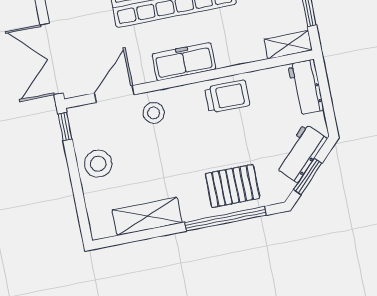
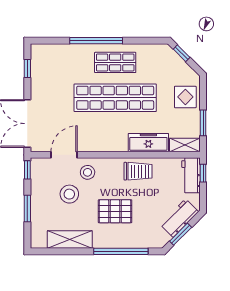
freezer: (184, 62) -> (148, 143), moved
window: (323, 81) -> (203, 173), added
stool: (98, 164) -> (69, 194), moved
window: (76, 183) -> (27, 208), added
pallet: (232, 186) -> (115, 211), moved

